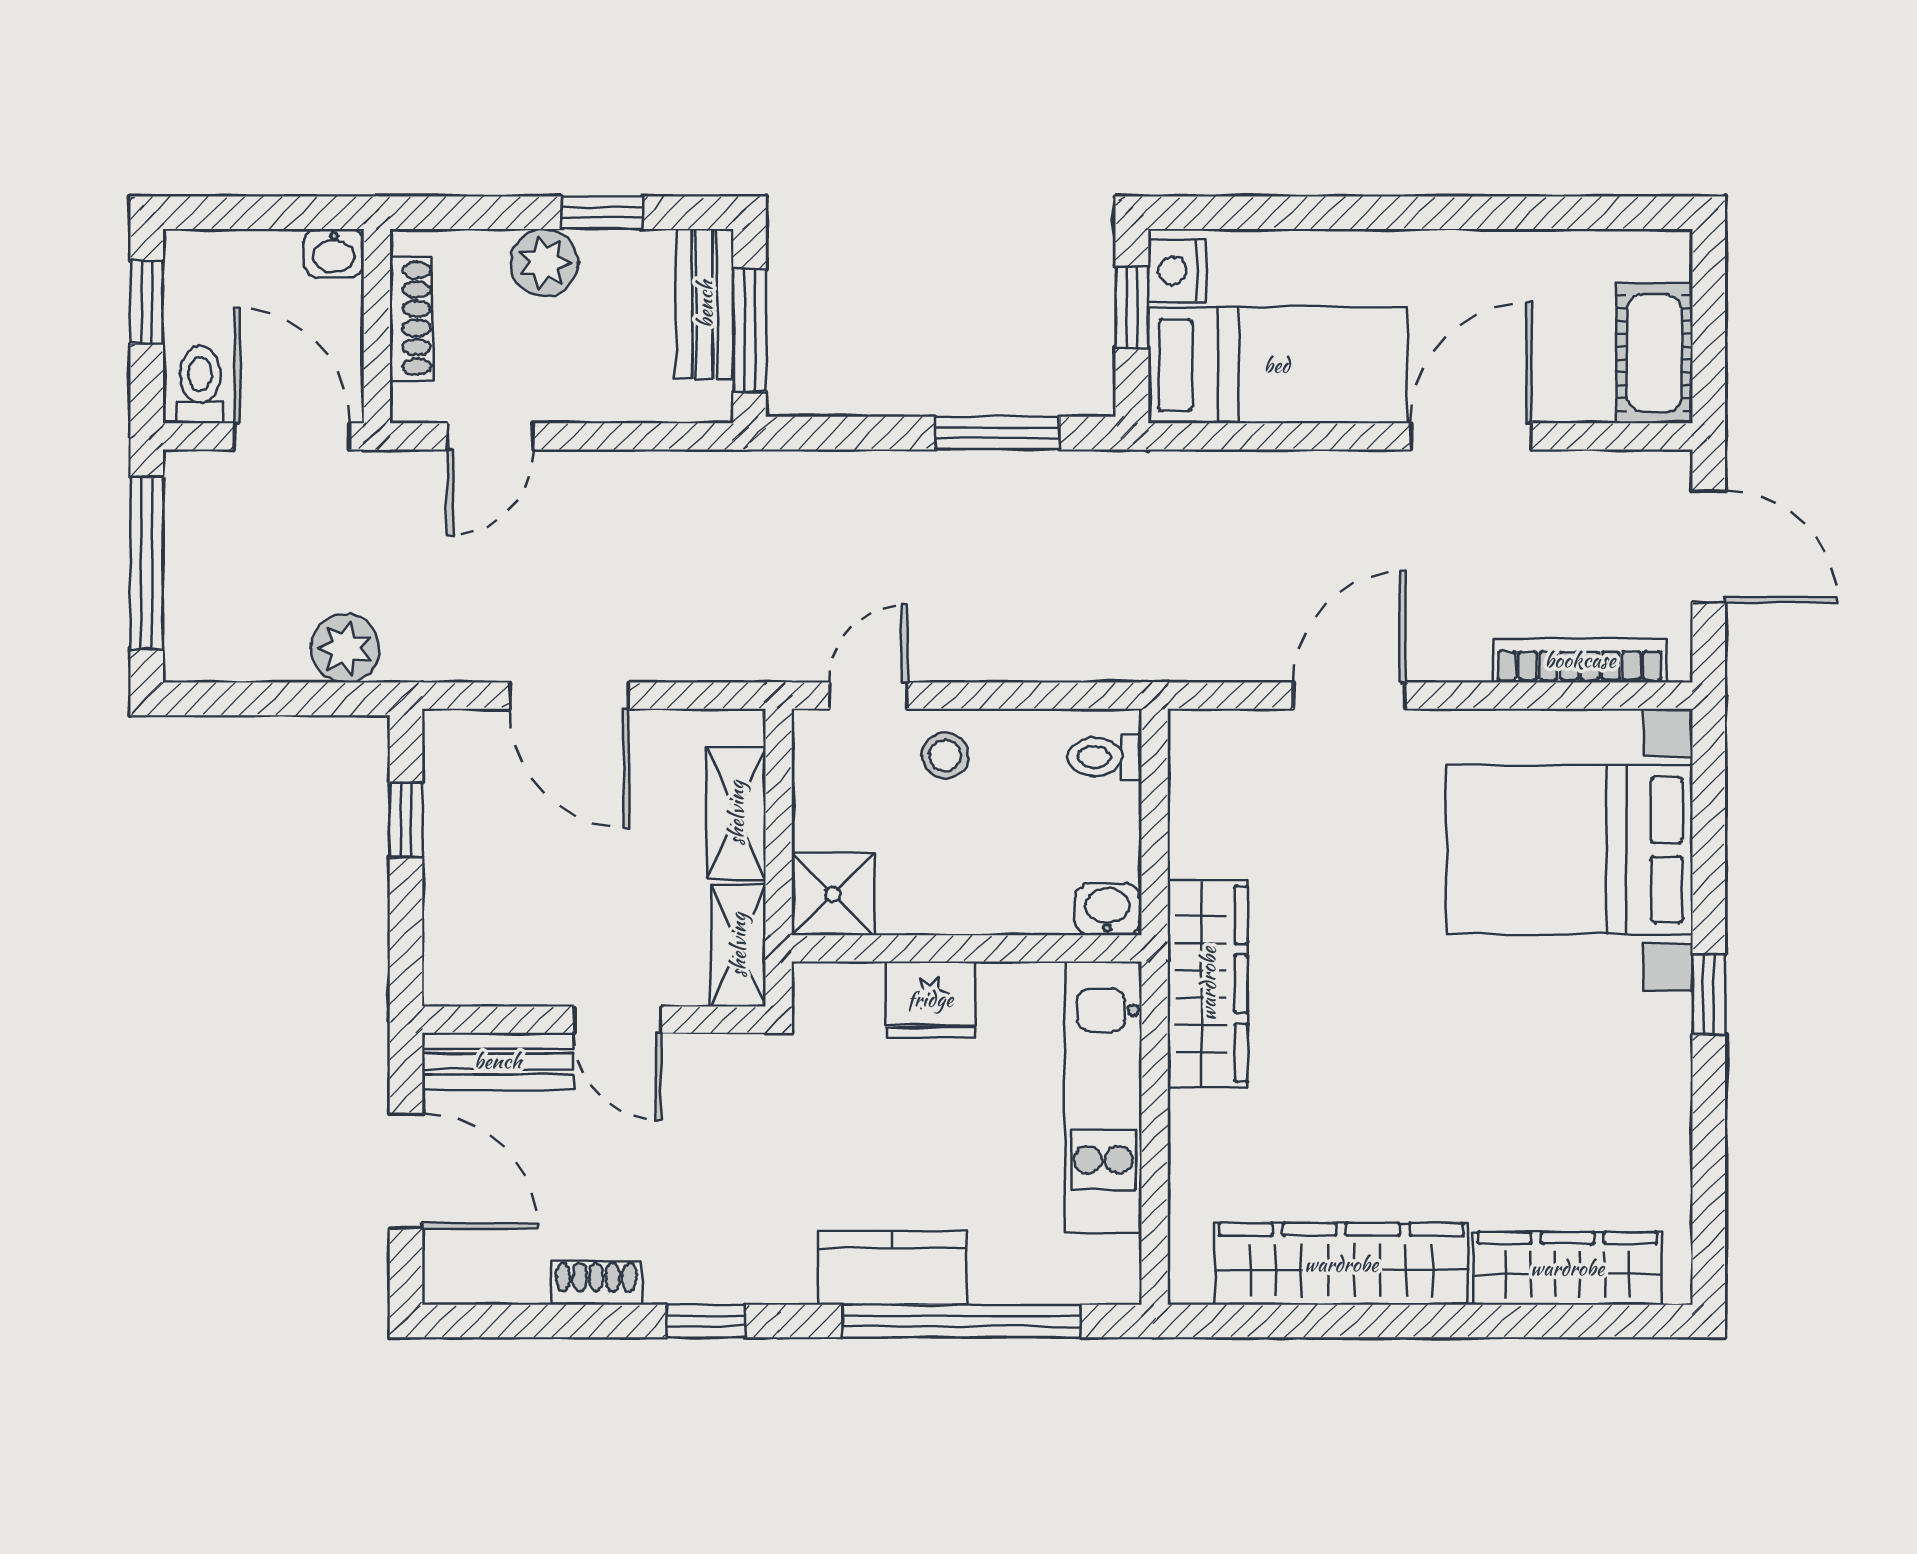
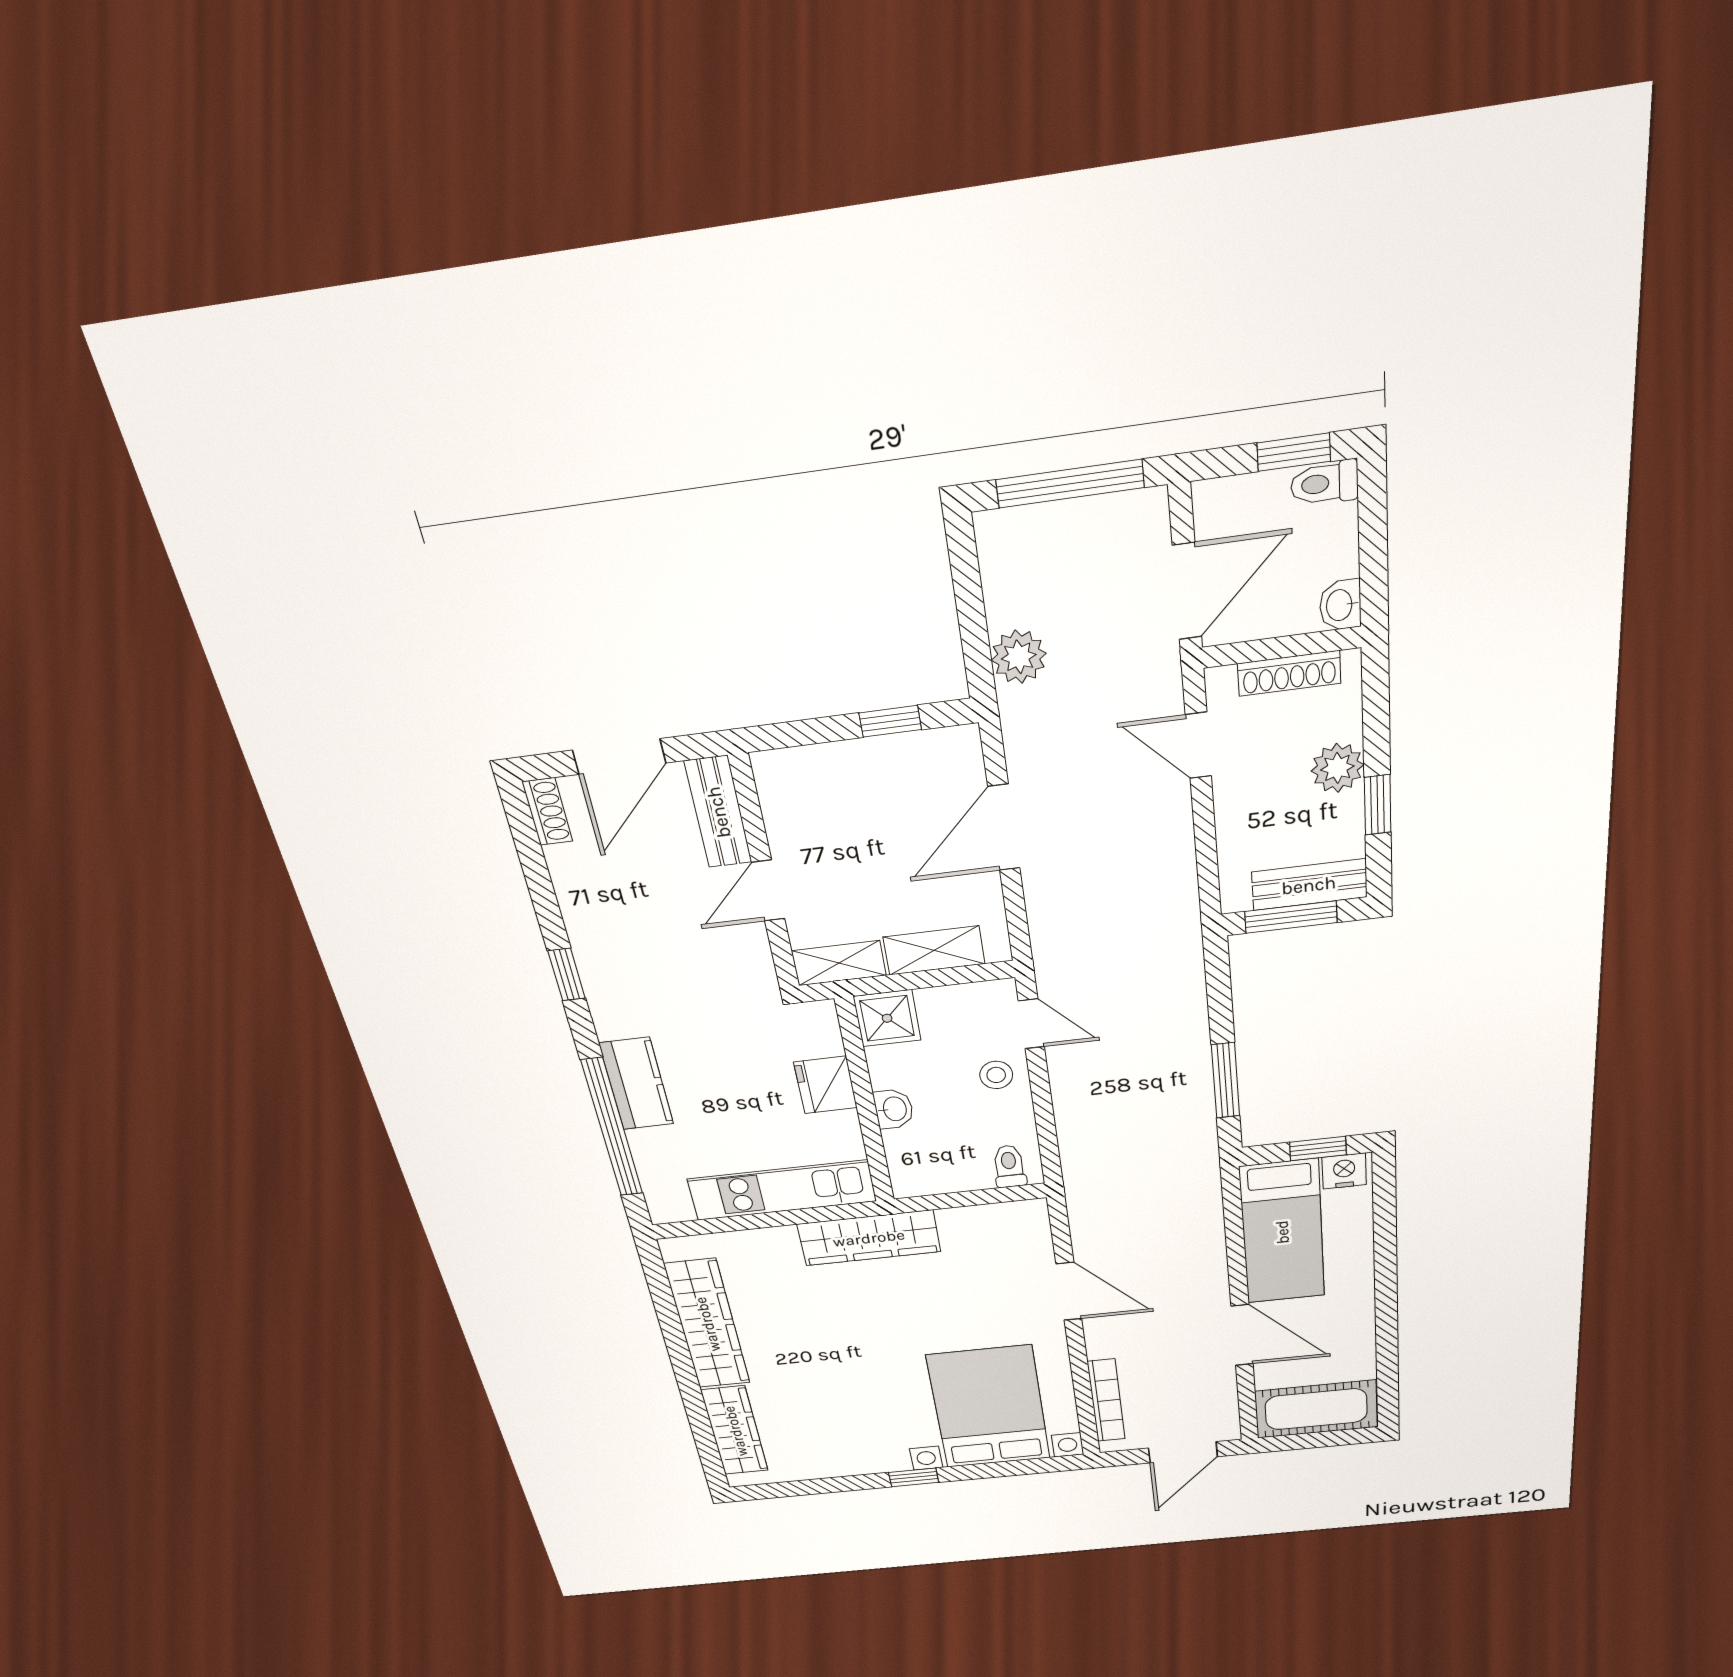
cot: (1654, 353) -> (1316, 1409), width x1.37, depth x1.34
toilet: (200, 385) -> (1325, 483), moved, turned 180
washbasin: (1107, 909) -> (894, 1109), moved
shoe rack: (596, 1283) -> (547, 812), moved

